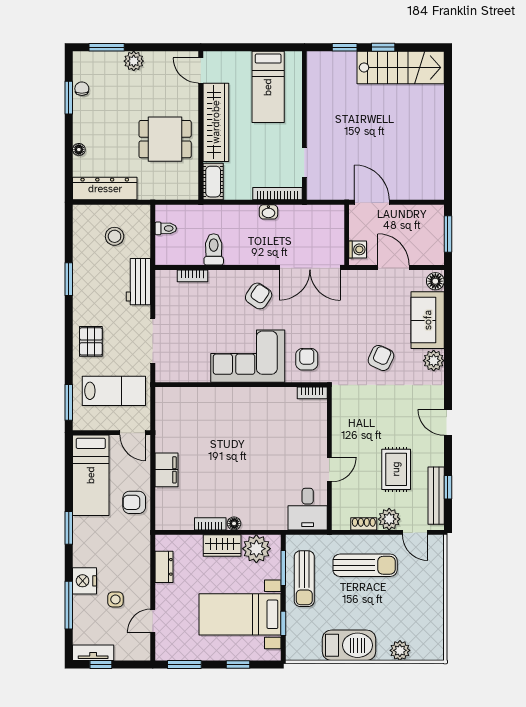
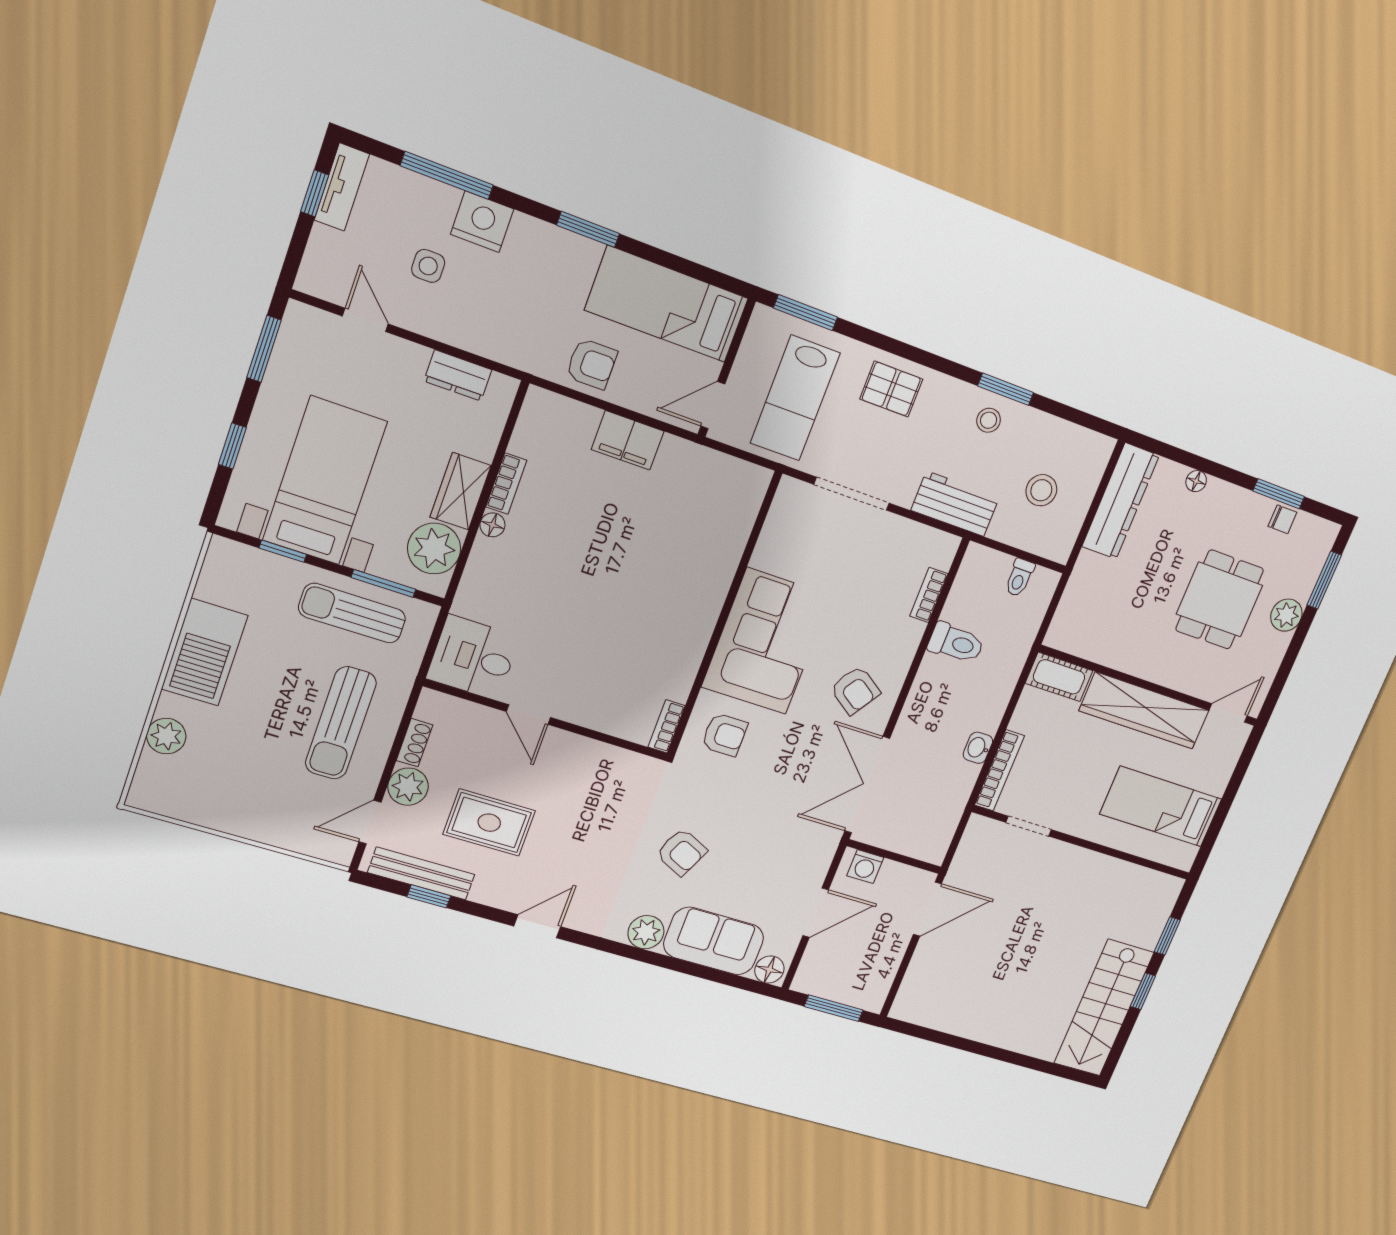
dining table: (165, 139) -> (1220, 600), moved
stool: (88, 282) -> (989, 420), added
armchair: (134, 502) -> (592, 364), turned 90

